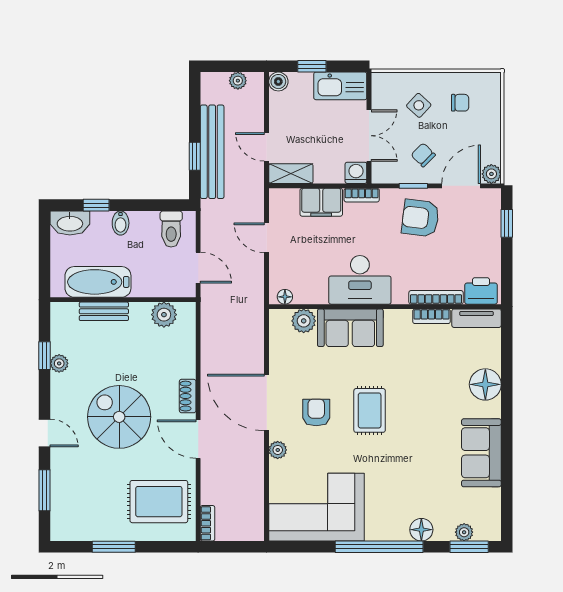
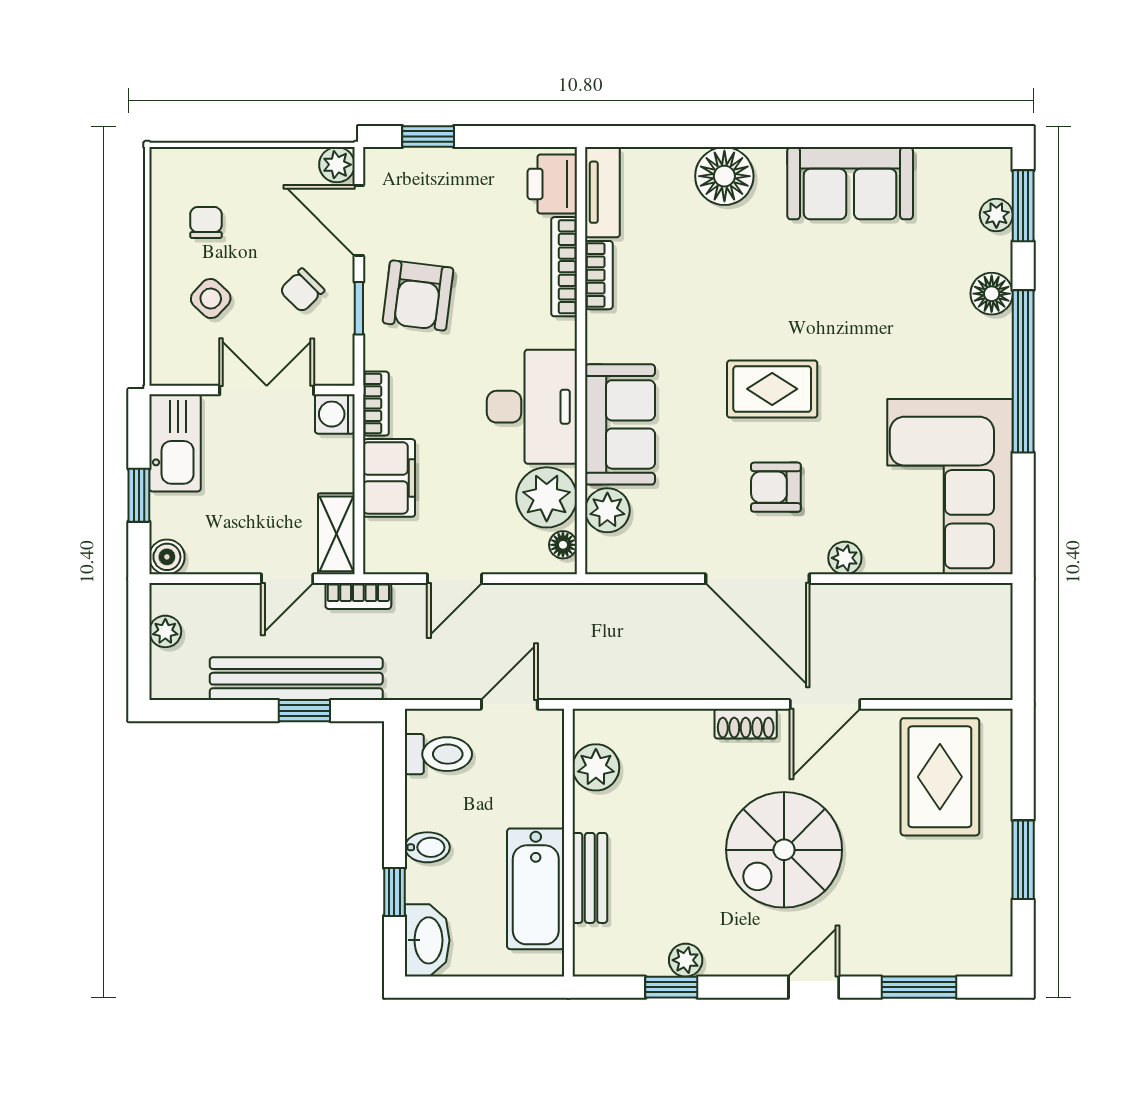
plant: (311, 288) -> (547, 497), added
door: (267, 402) -> (758, 579), hinge flipped
bookcase: (208, 523) -> (358, 596), moved, turned 180

